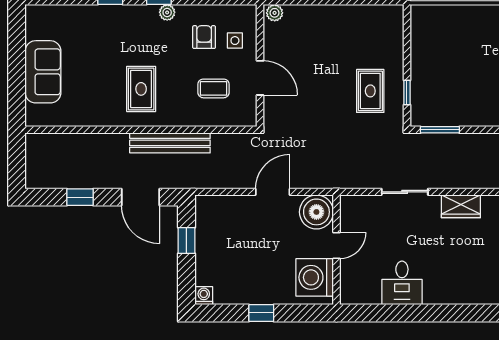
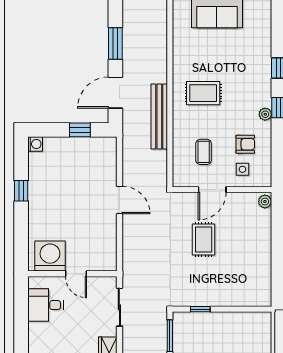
rug: (370, 91) -> (204, 240), moved, turned 90
window: (80, 197) -> (115, 43), width x1.50
boiler: (316, 212) -> (103, 236), removed
door: (337, 245) -> (76, 274), moved
wall: (337, 250) -> (72, 274), moved
washing machine: (315, 277) -> (50, 256), moved

